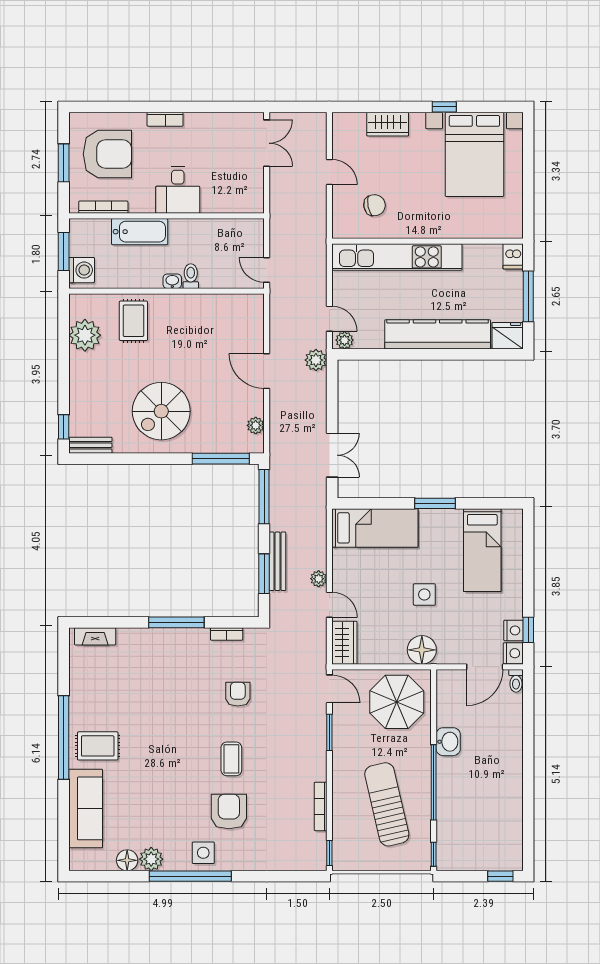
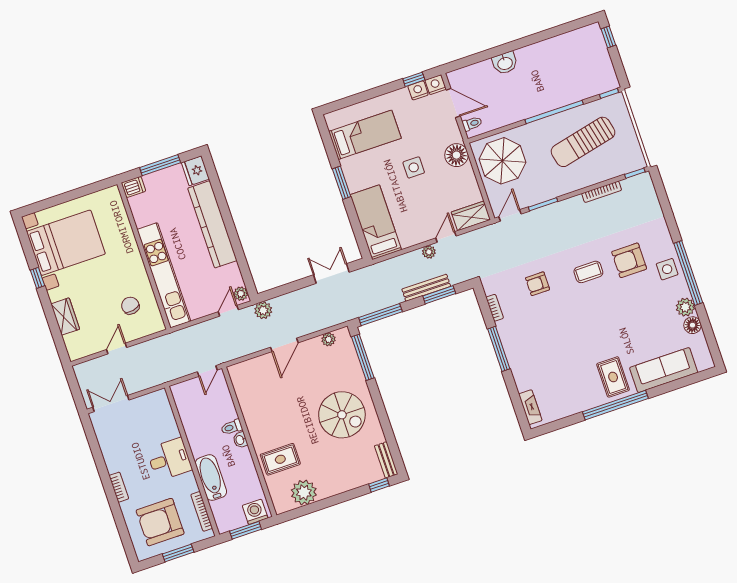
armchair: (107, 154) -> (160, 522), turned -90
toilet: (516, 681) -> (472, 124), moved
washbasin: (448, 742) -> (505, 63), moved, turned 180

